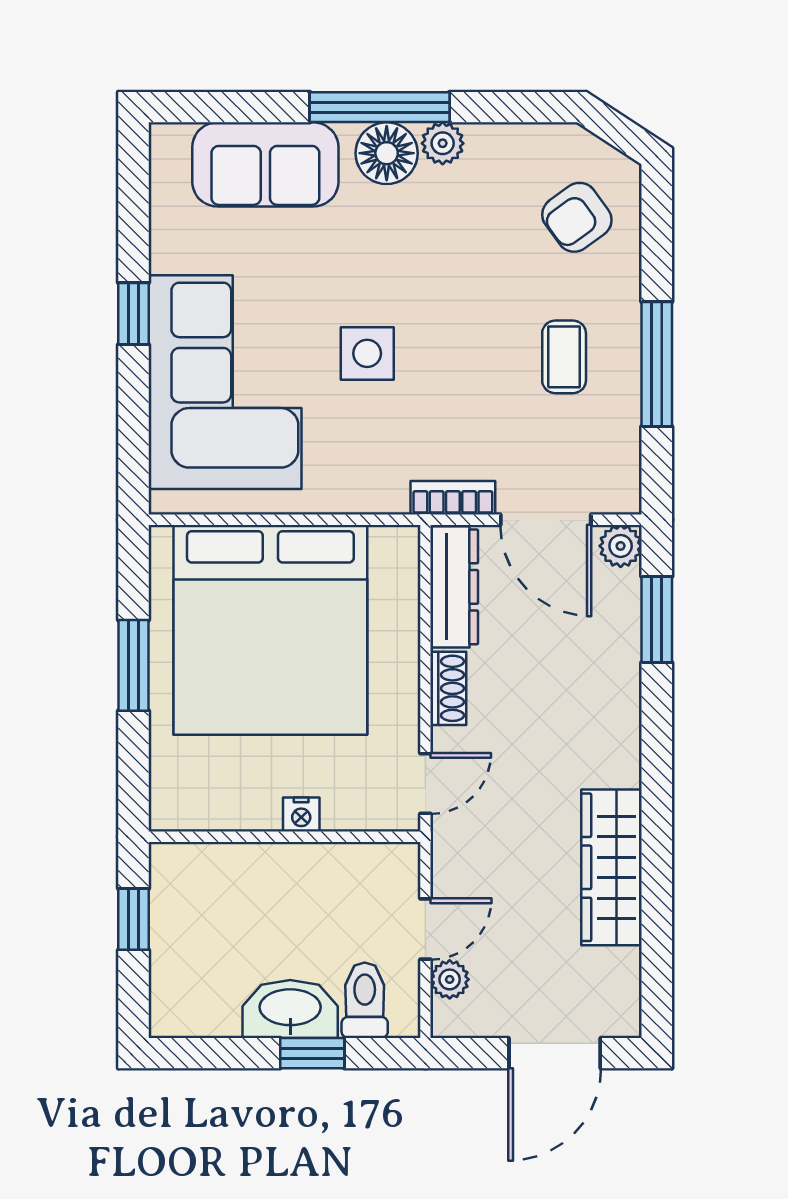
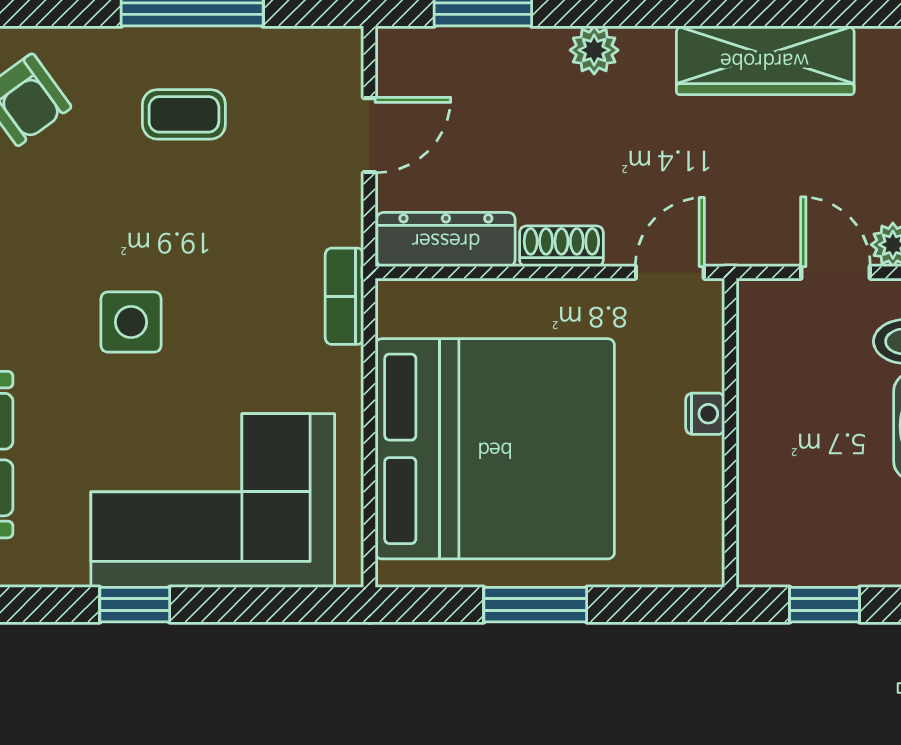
side table: (367, 353) -> (131, 322), moved
bookcase: (453, 498) -> (344, 296), moved
door: (546, 520) -> (369, 135), width x0.73
plant: (621, 546) -> (594, 50), moved
door: (425, 783) -> (670, 272), hinge flipped

